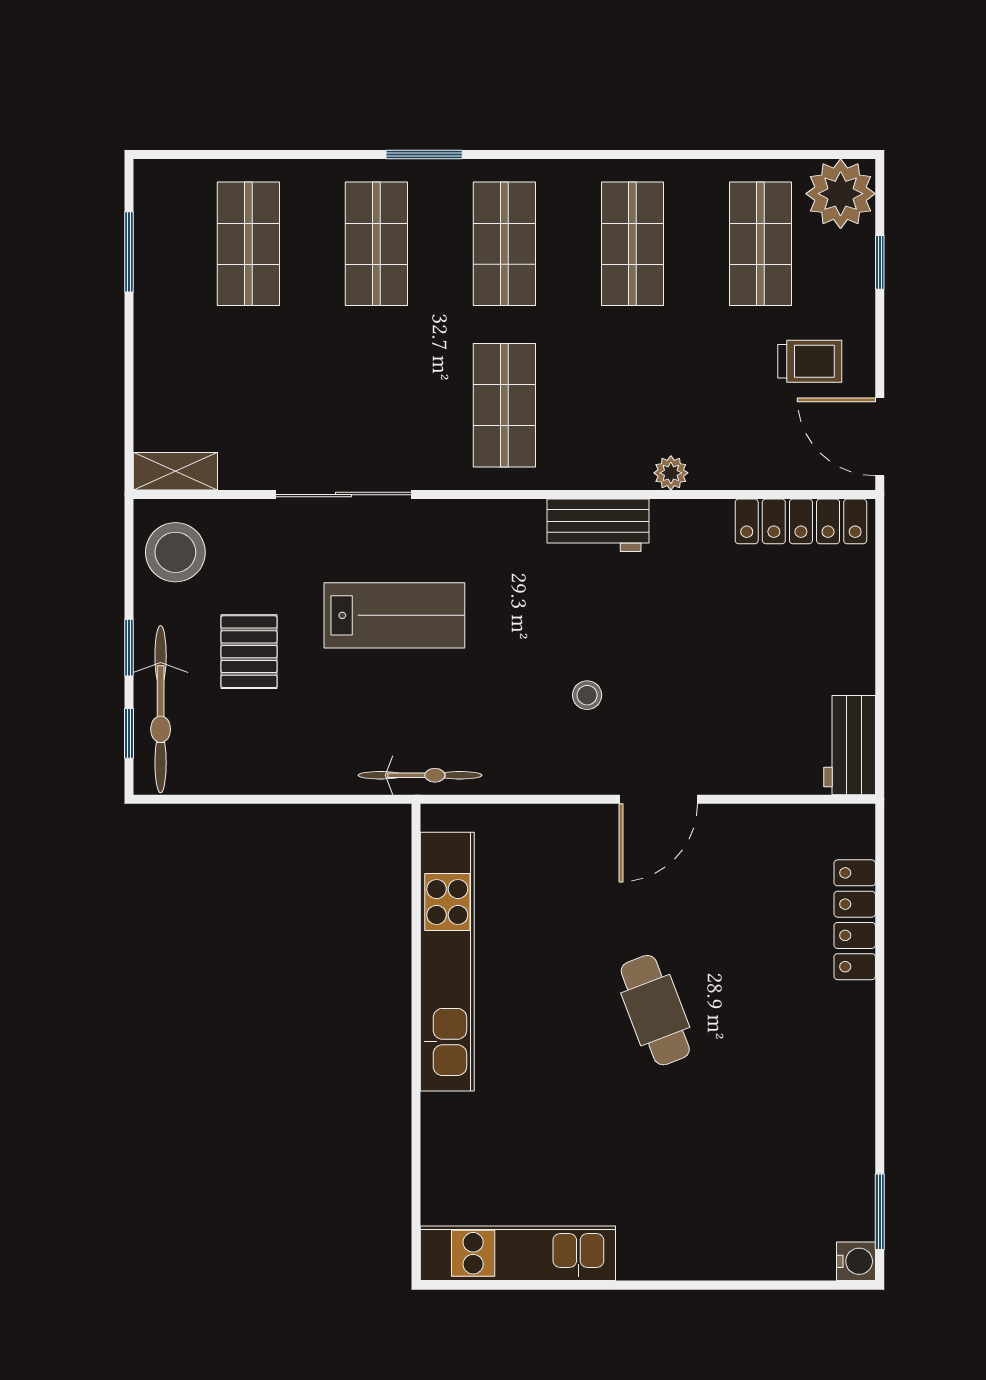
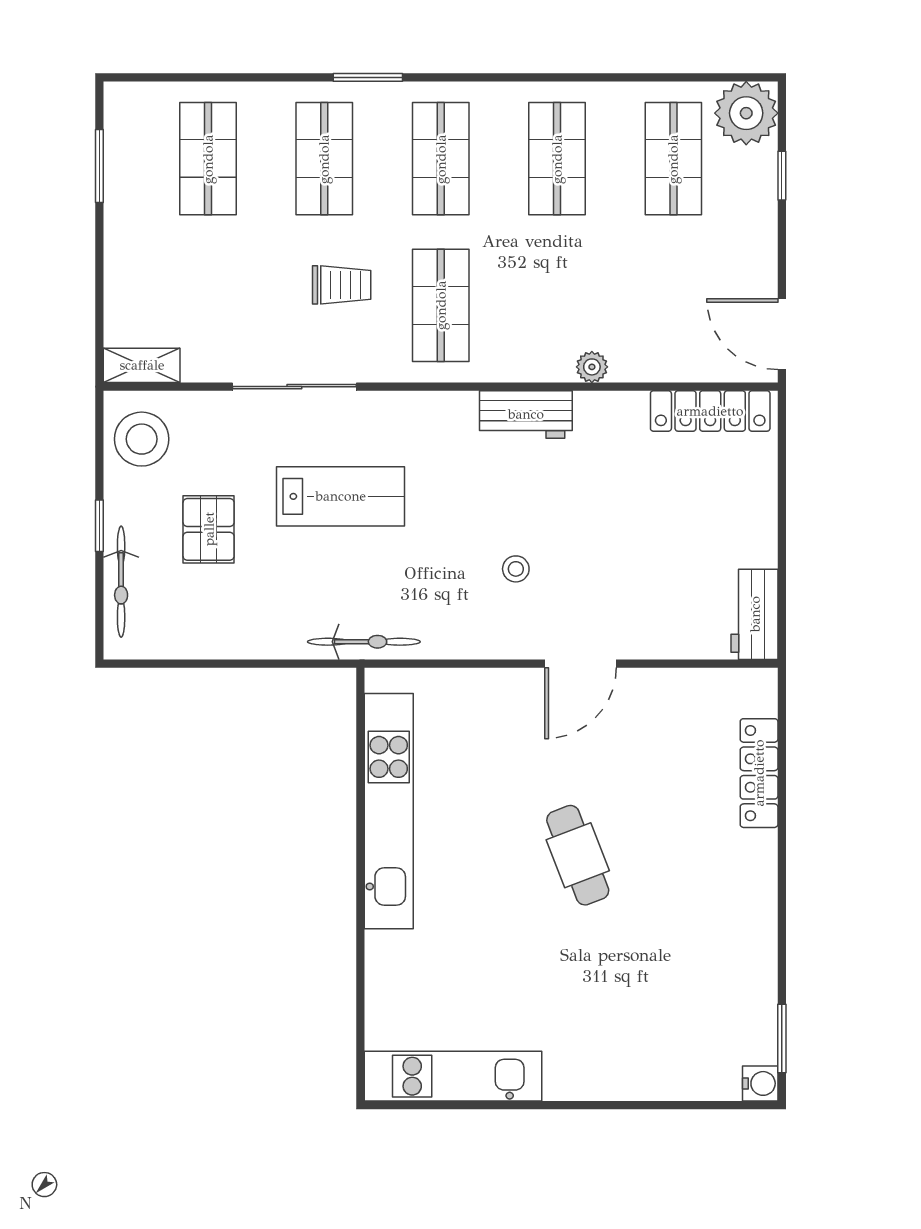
trolley: (810, 361) -> (342, 285), moved
bicycle: (161, 709) -> (121, 582), width x0.73, depth x0.71
window: (129, 733) -> (99, 604), removed

